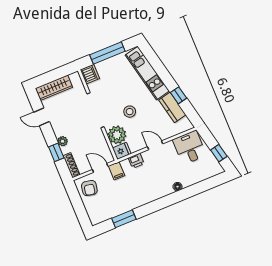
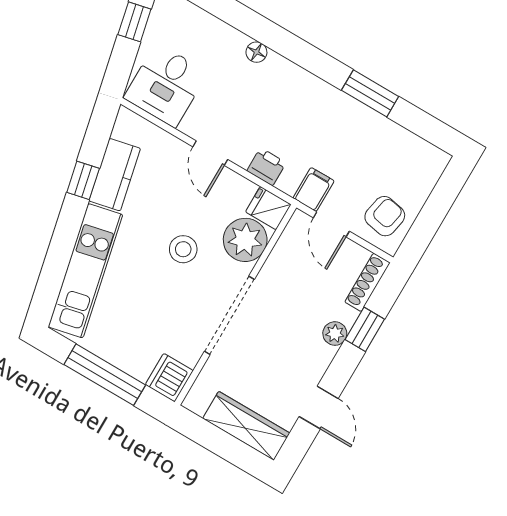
window: (124, 219) -> (370, 93), moved

